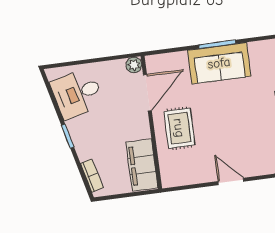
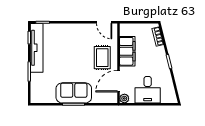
desk: (77, 94) -> (148, 90), moved, turned 104
filing cabinet: (142, 165) -> (127, 51), moved
door: (231, 181) -> (104, 22), moved

